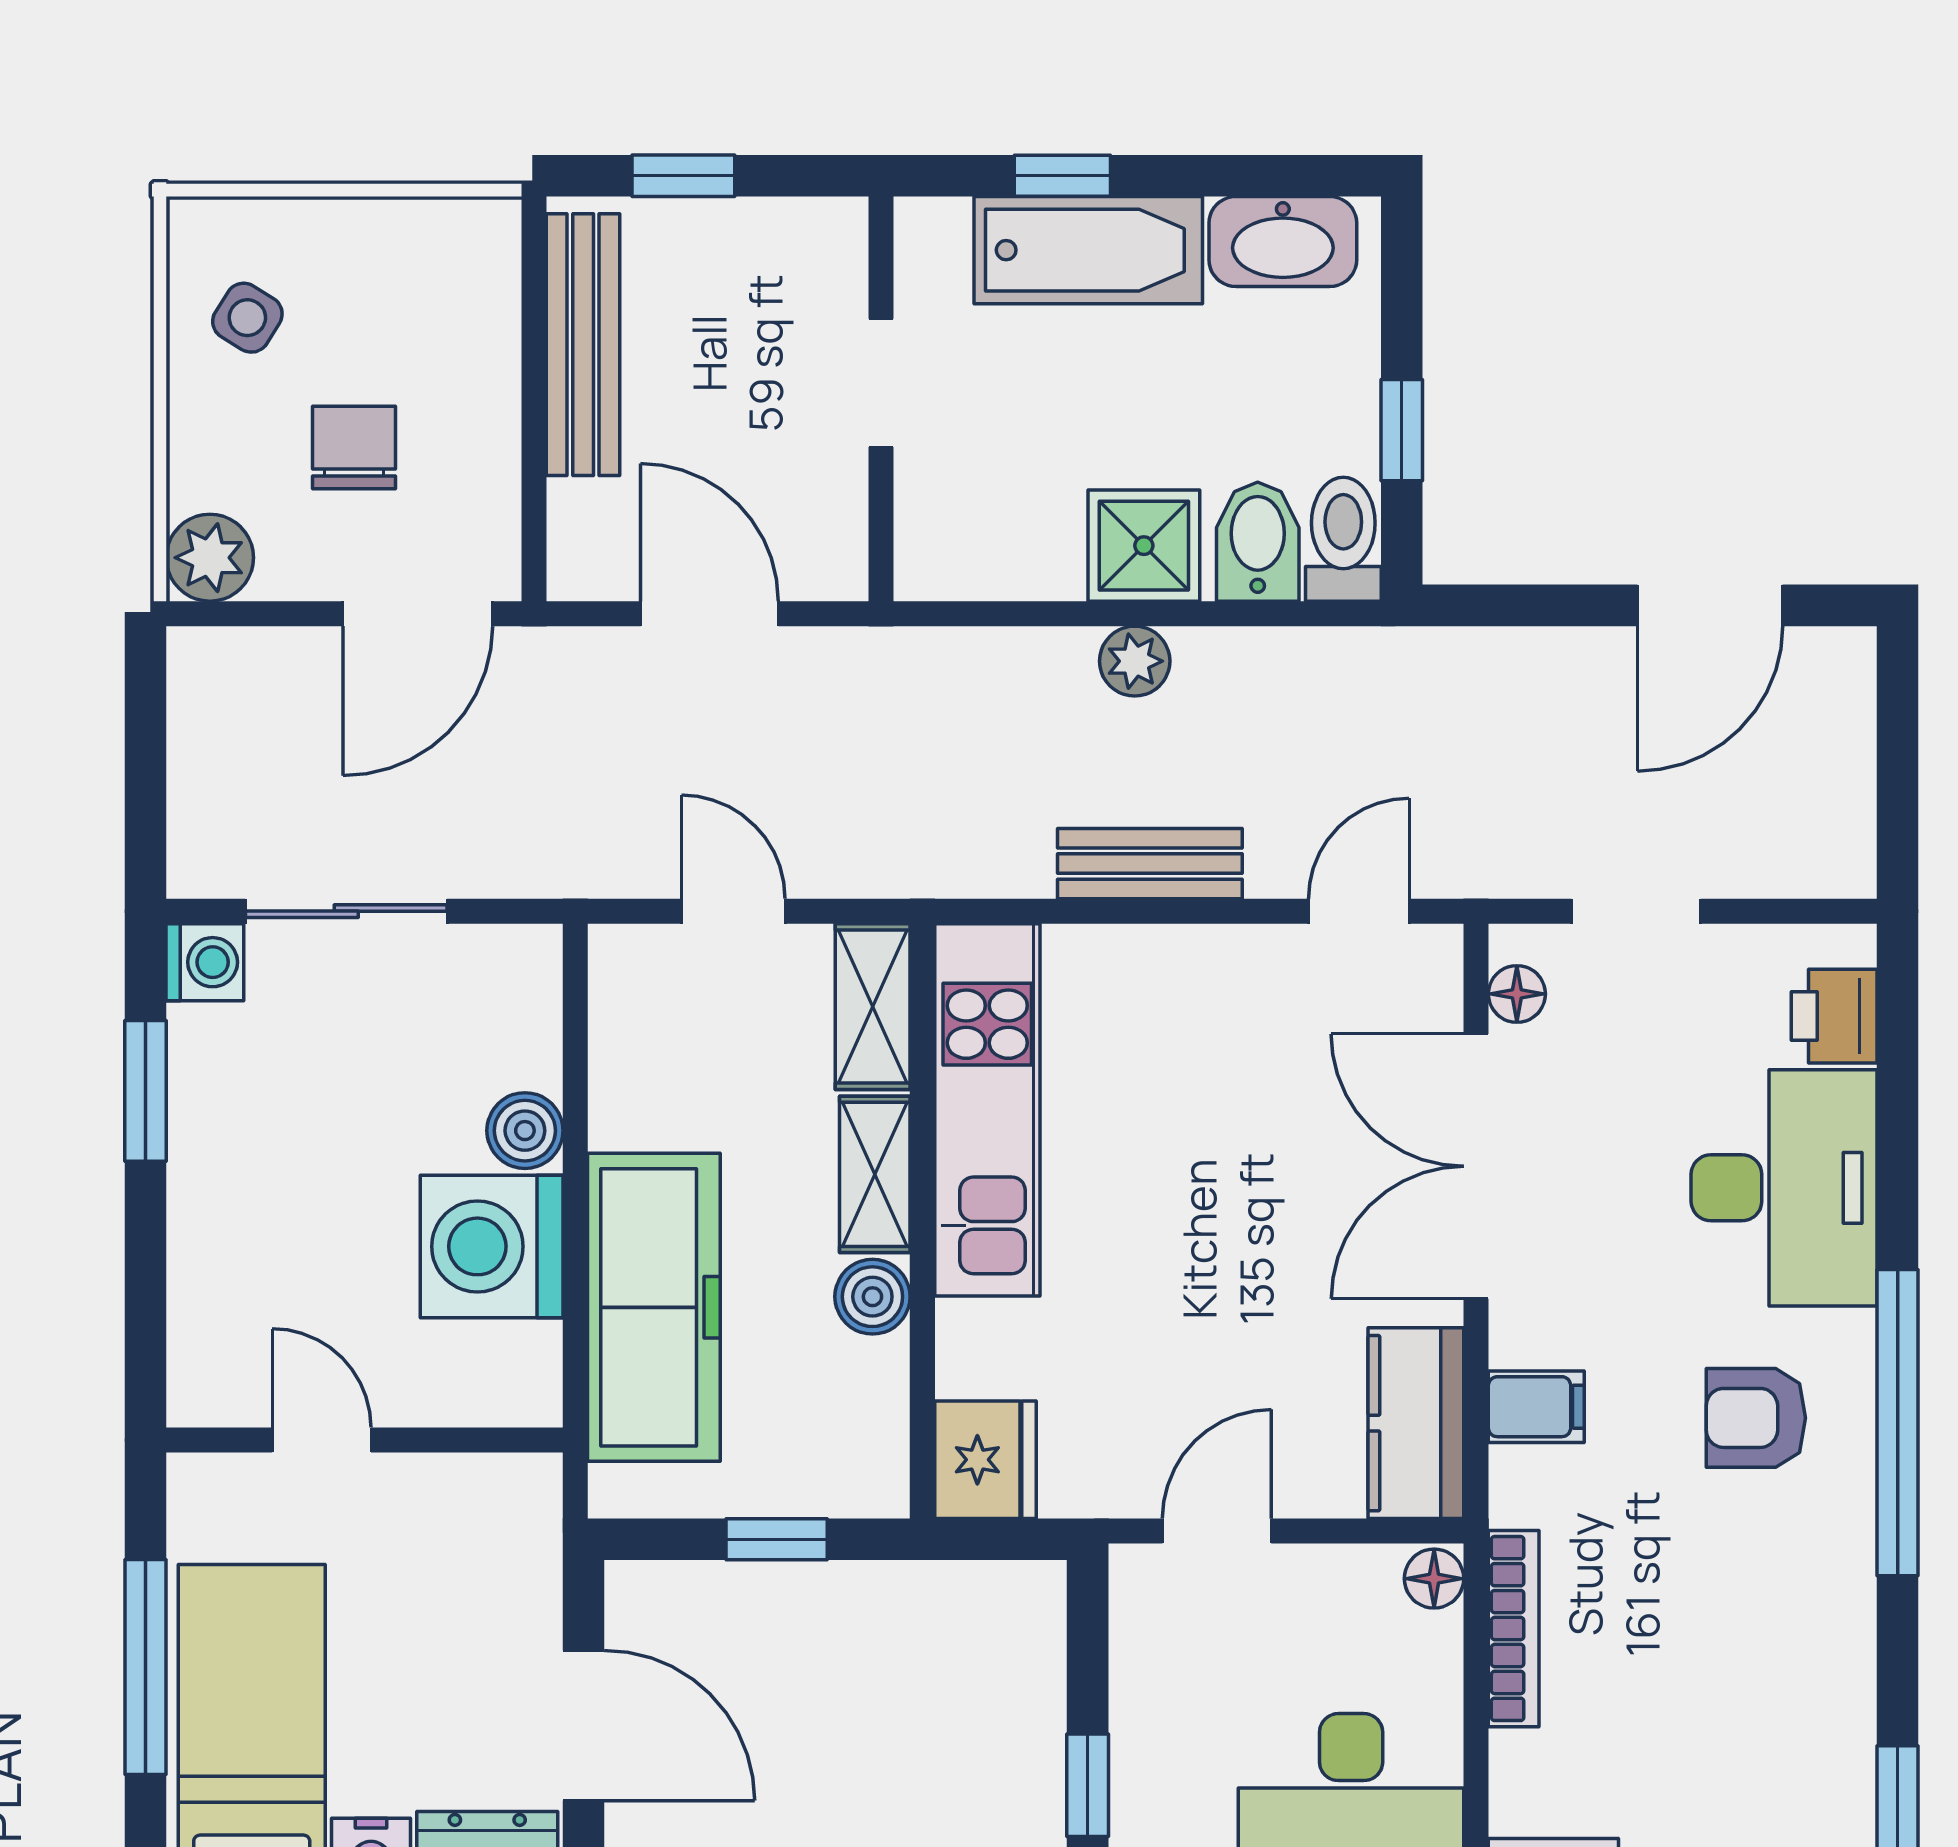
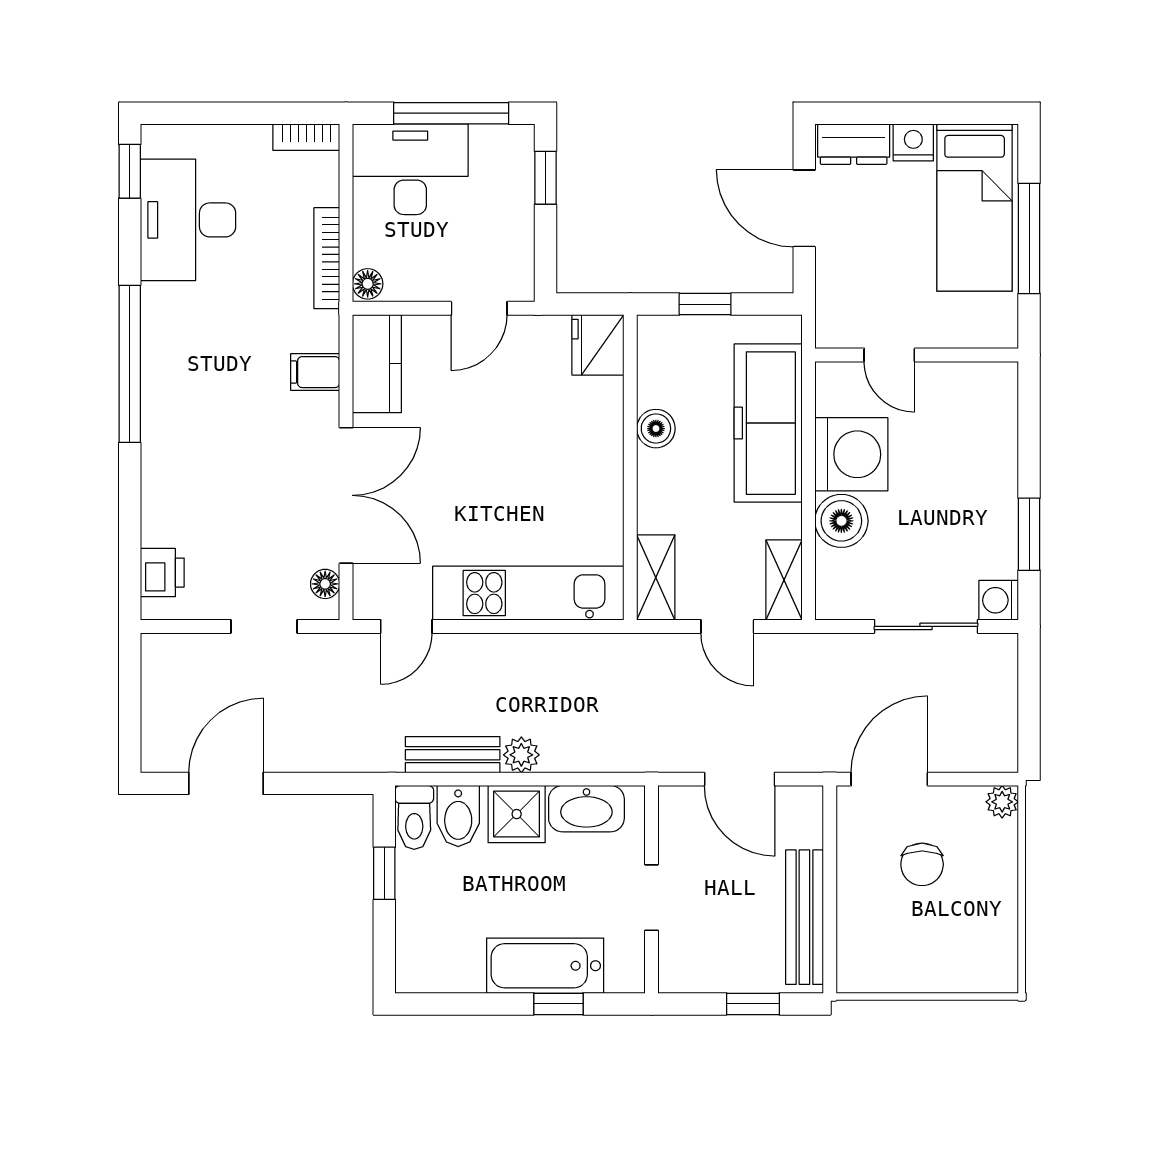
washbasin: (1283, 241) -> (586, 809), moved, turned 180
side table: (247, 318) -> (977, 931), removed
plant: (210, 558) -> (1002, 802), width x0.73, depth x0.73
bench: (1150, 864) -> (453, 755), moved
kitchen unit: (987, 1110) -> (528, 593), moved, turned 90
boiler: (525, 1131) -> (841, 521), width x1.36, depth x1.36
shelving: (875, 1174) -> (784, 580), moved
desk: (1784, 1188) -> (188, 220), moved
armchair: (1756, 1418) -> (202, 366), removed
door: (322, 1440) -> (889, 355), moved

